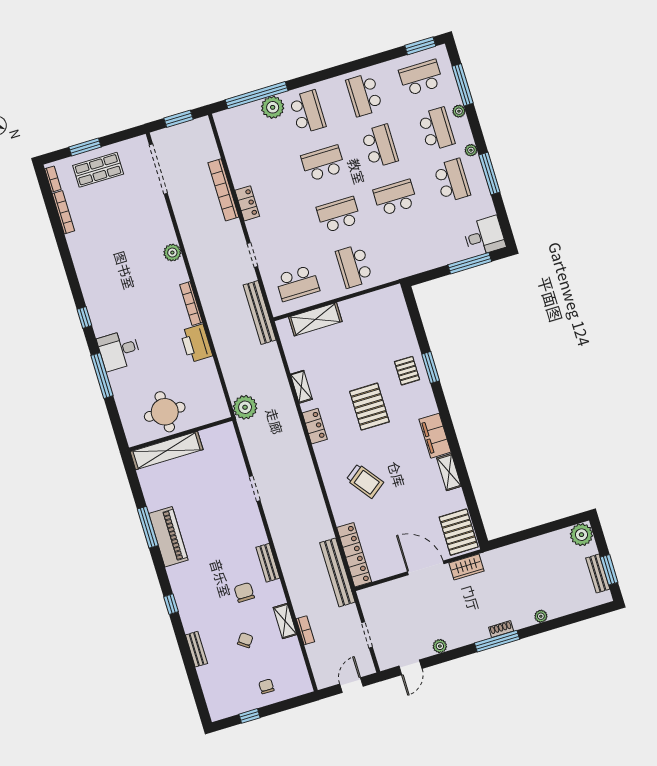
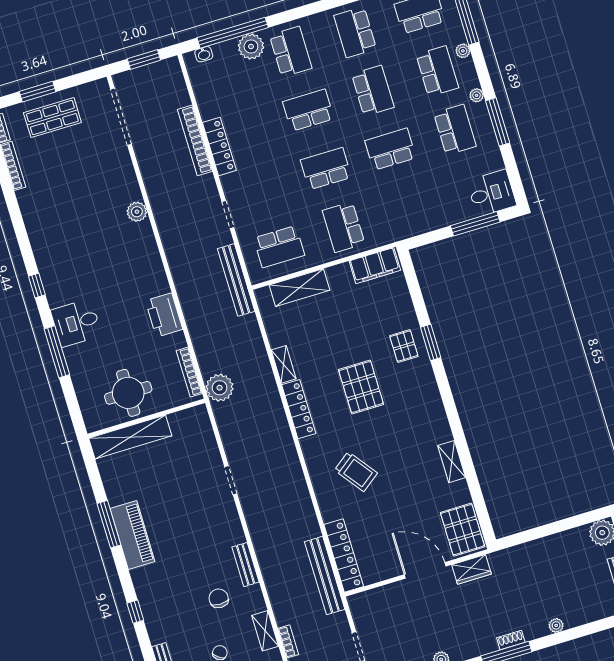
washbasin: (231, 114) -> (204, 54), added
locker: (247, 203) -> (219, 146), width x1.53
bookcase: (191, 303) -> (189, 372), moved
locker: (315, 426) -> (299, 409), width x1.53
filing cabinet: (435, 436) -> (375, 266), moved, turned -90

